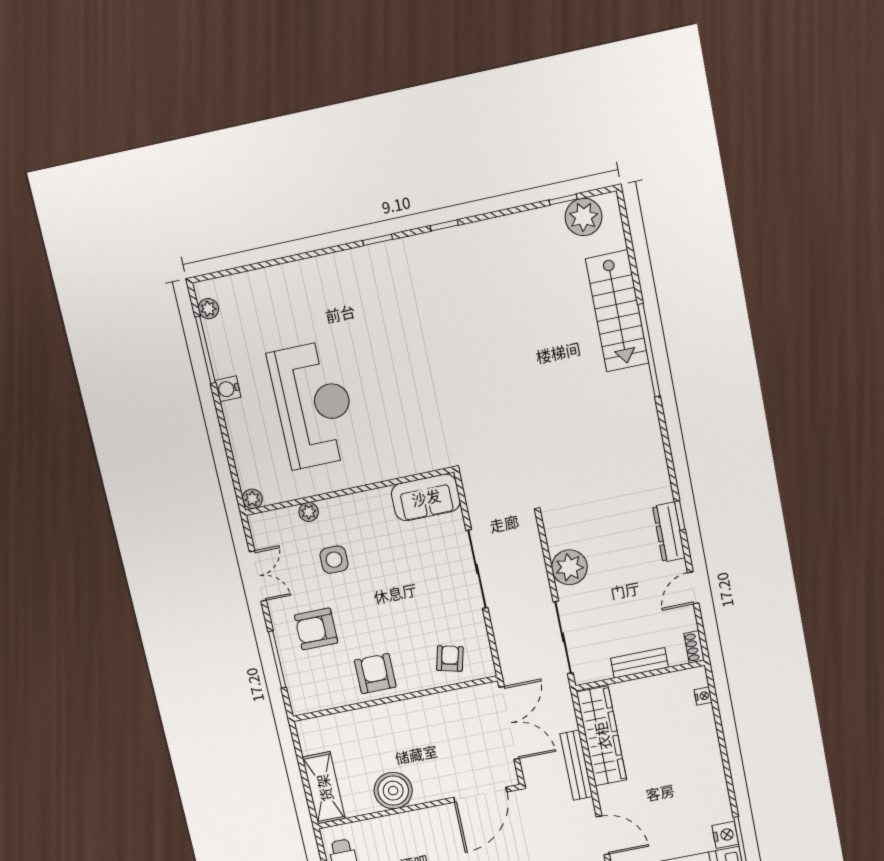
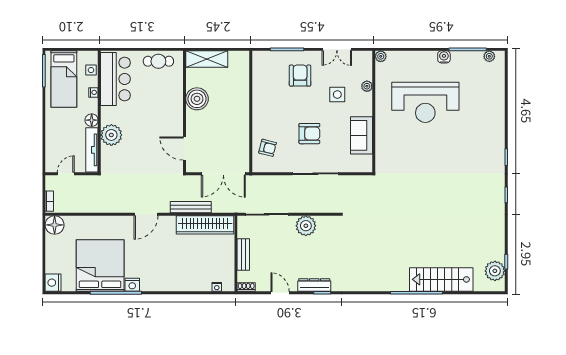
sofa: (426, 497) -> (362, 135), moved
armchair: (375, 674) -> (309, 134), moved
door: (480, 795) -> (184, 149), width x0.73

